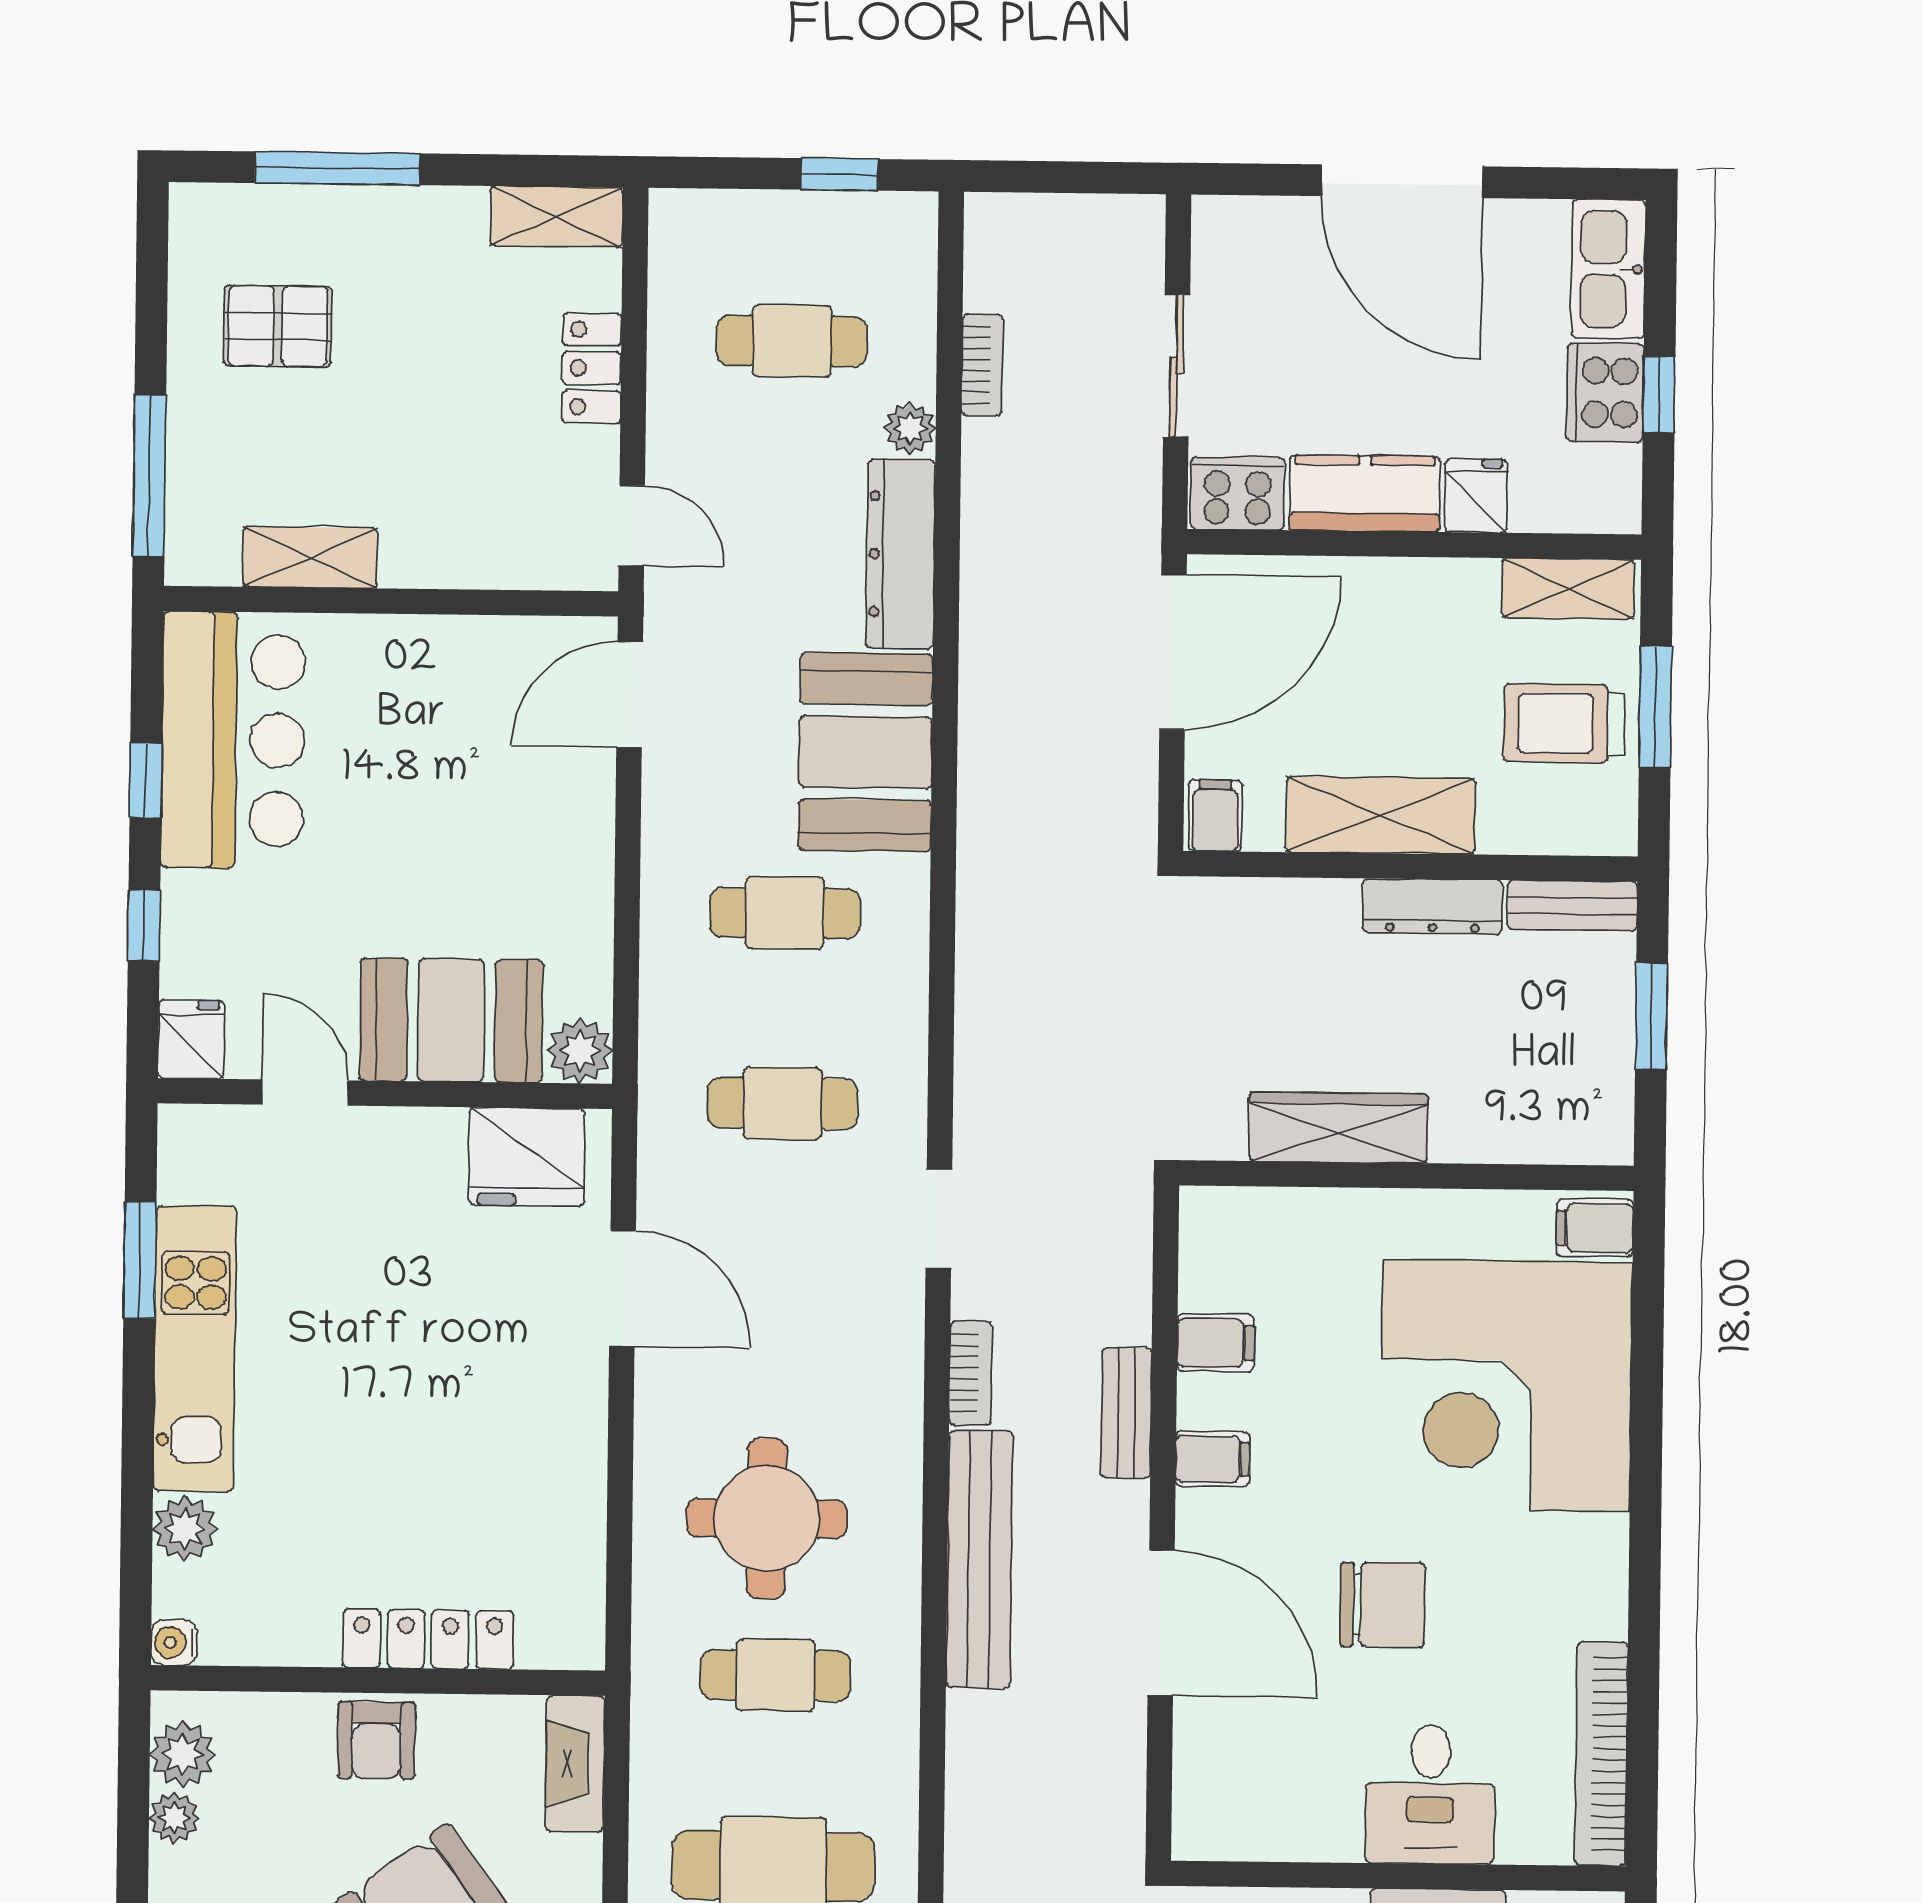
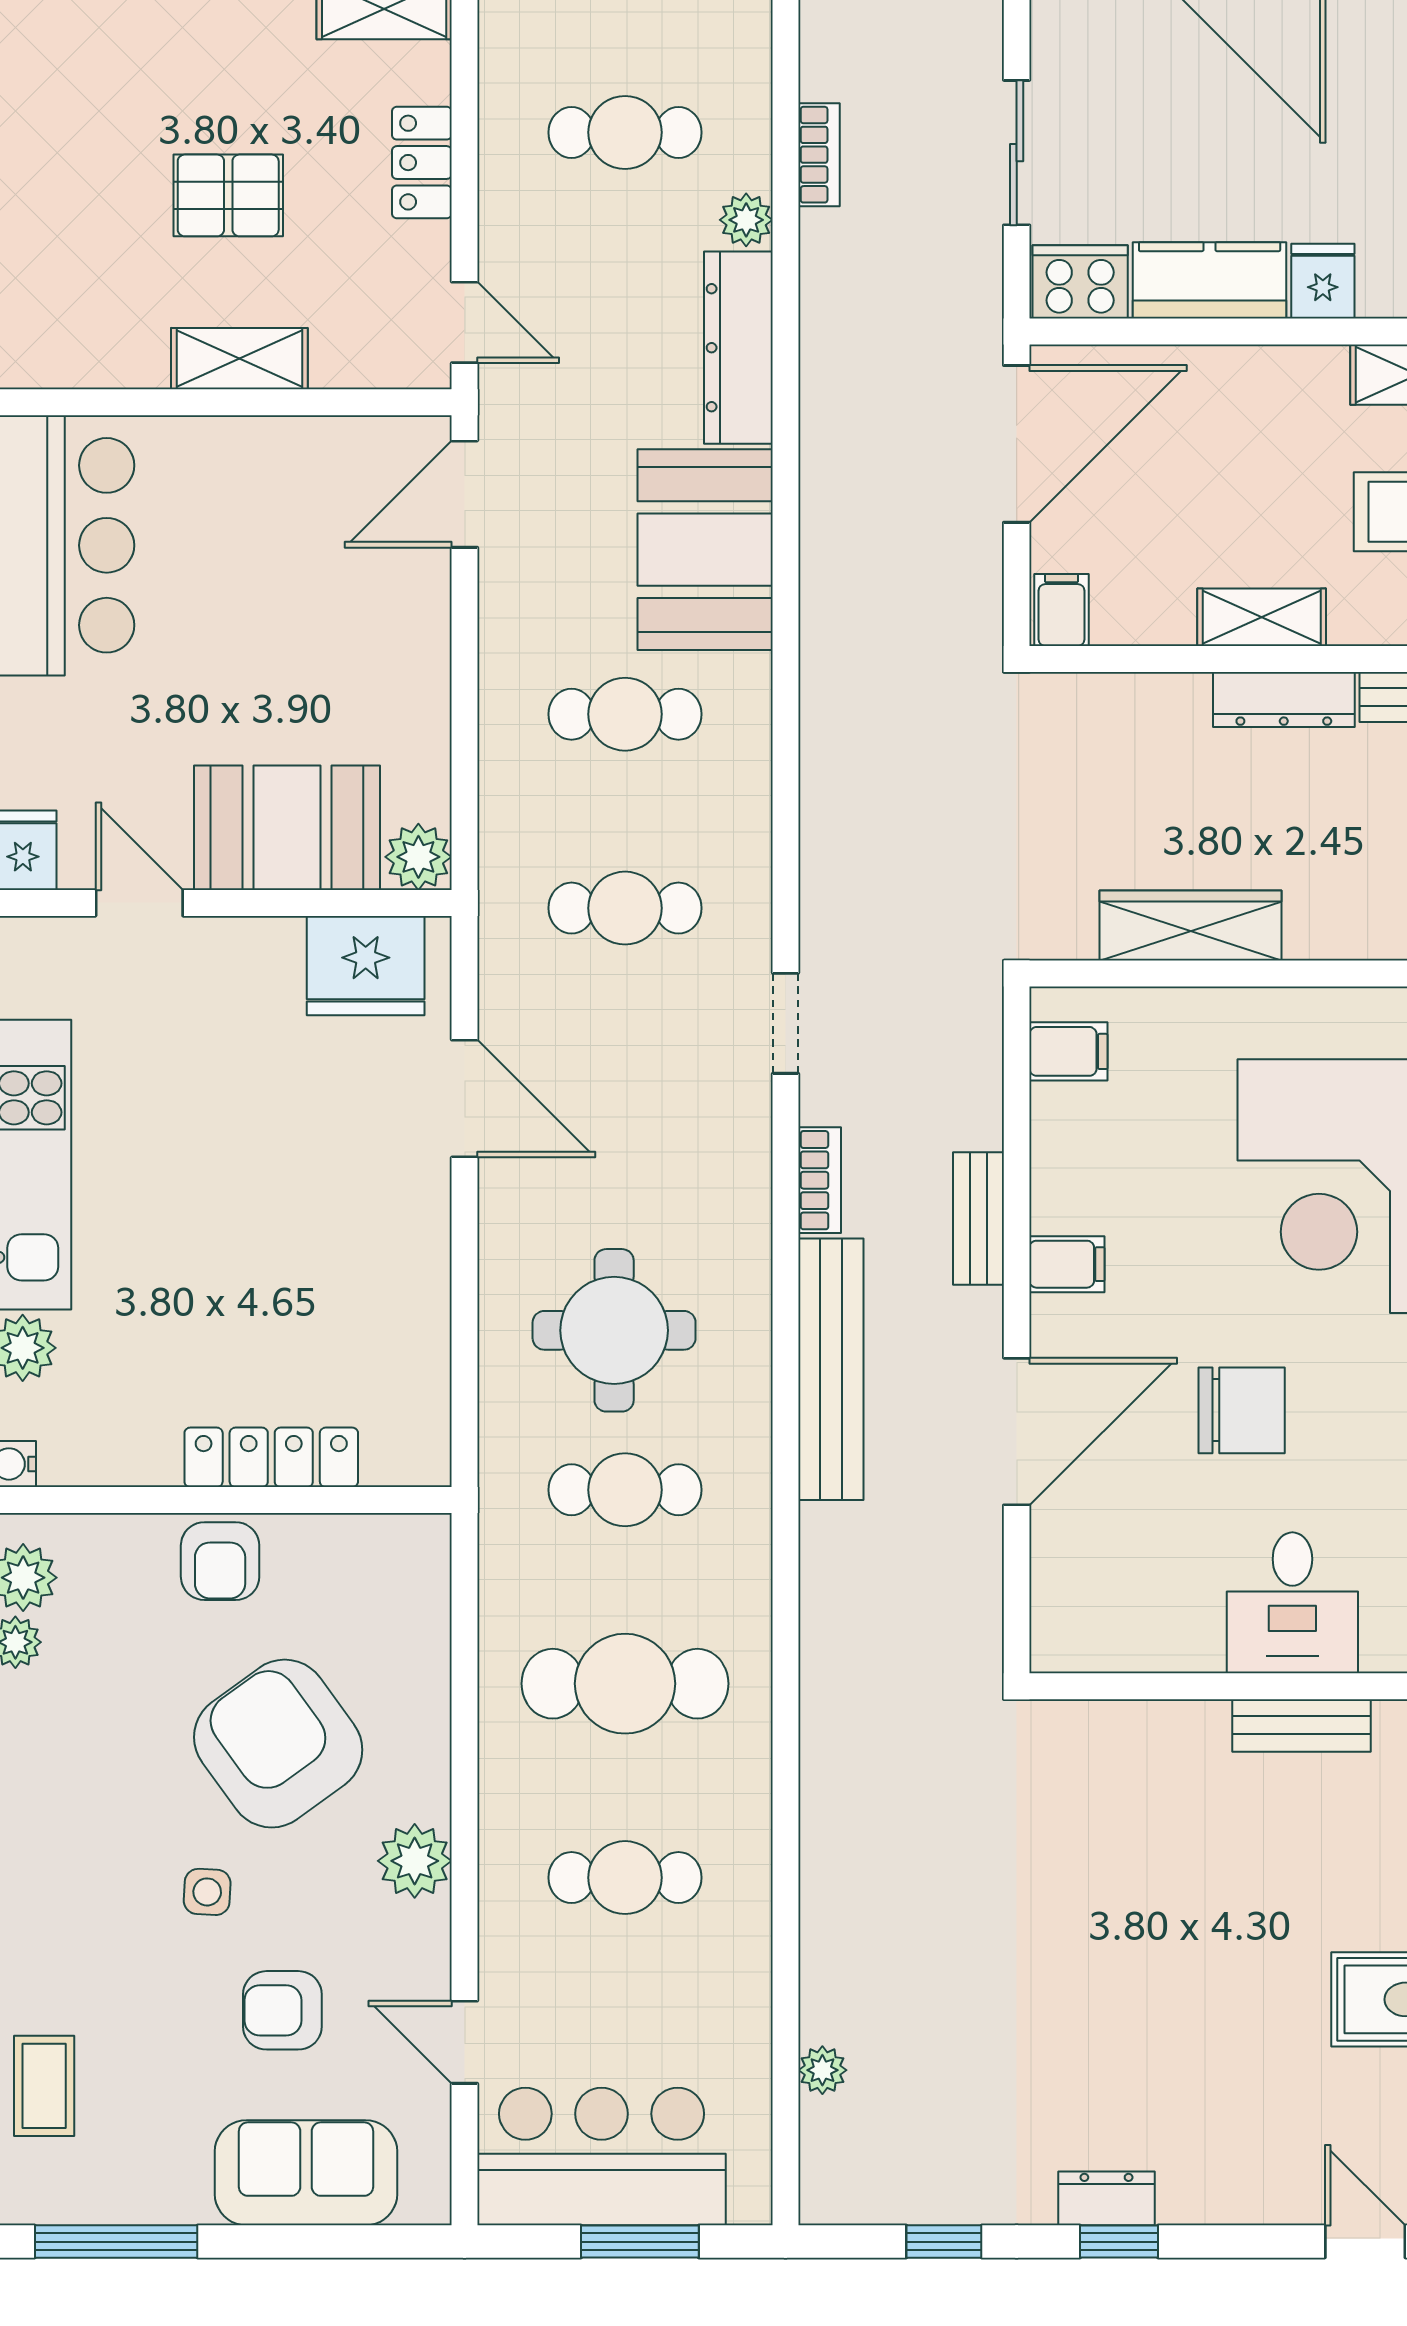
pallet: (278, 326) -> (228, 195), moved
shelving: (310, 557) -> (239, 359), moved
shelving: (1380, 815) -> (1262, 617), width x0.67, depth x0.75
filing cabinet: (1216, 1343) -> (1068, 1051), moved
door: (1161, 1623) -> (1017, 1432), hinge flipped
fireplace: (575, 1764) -> (422, 1582), removed

